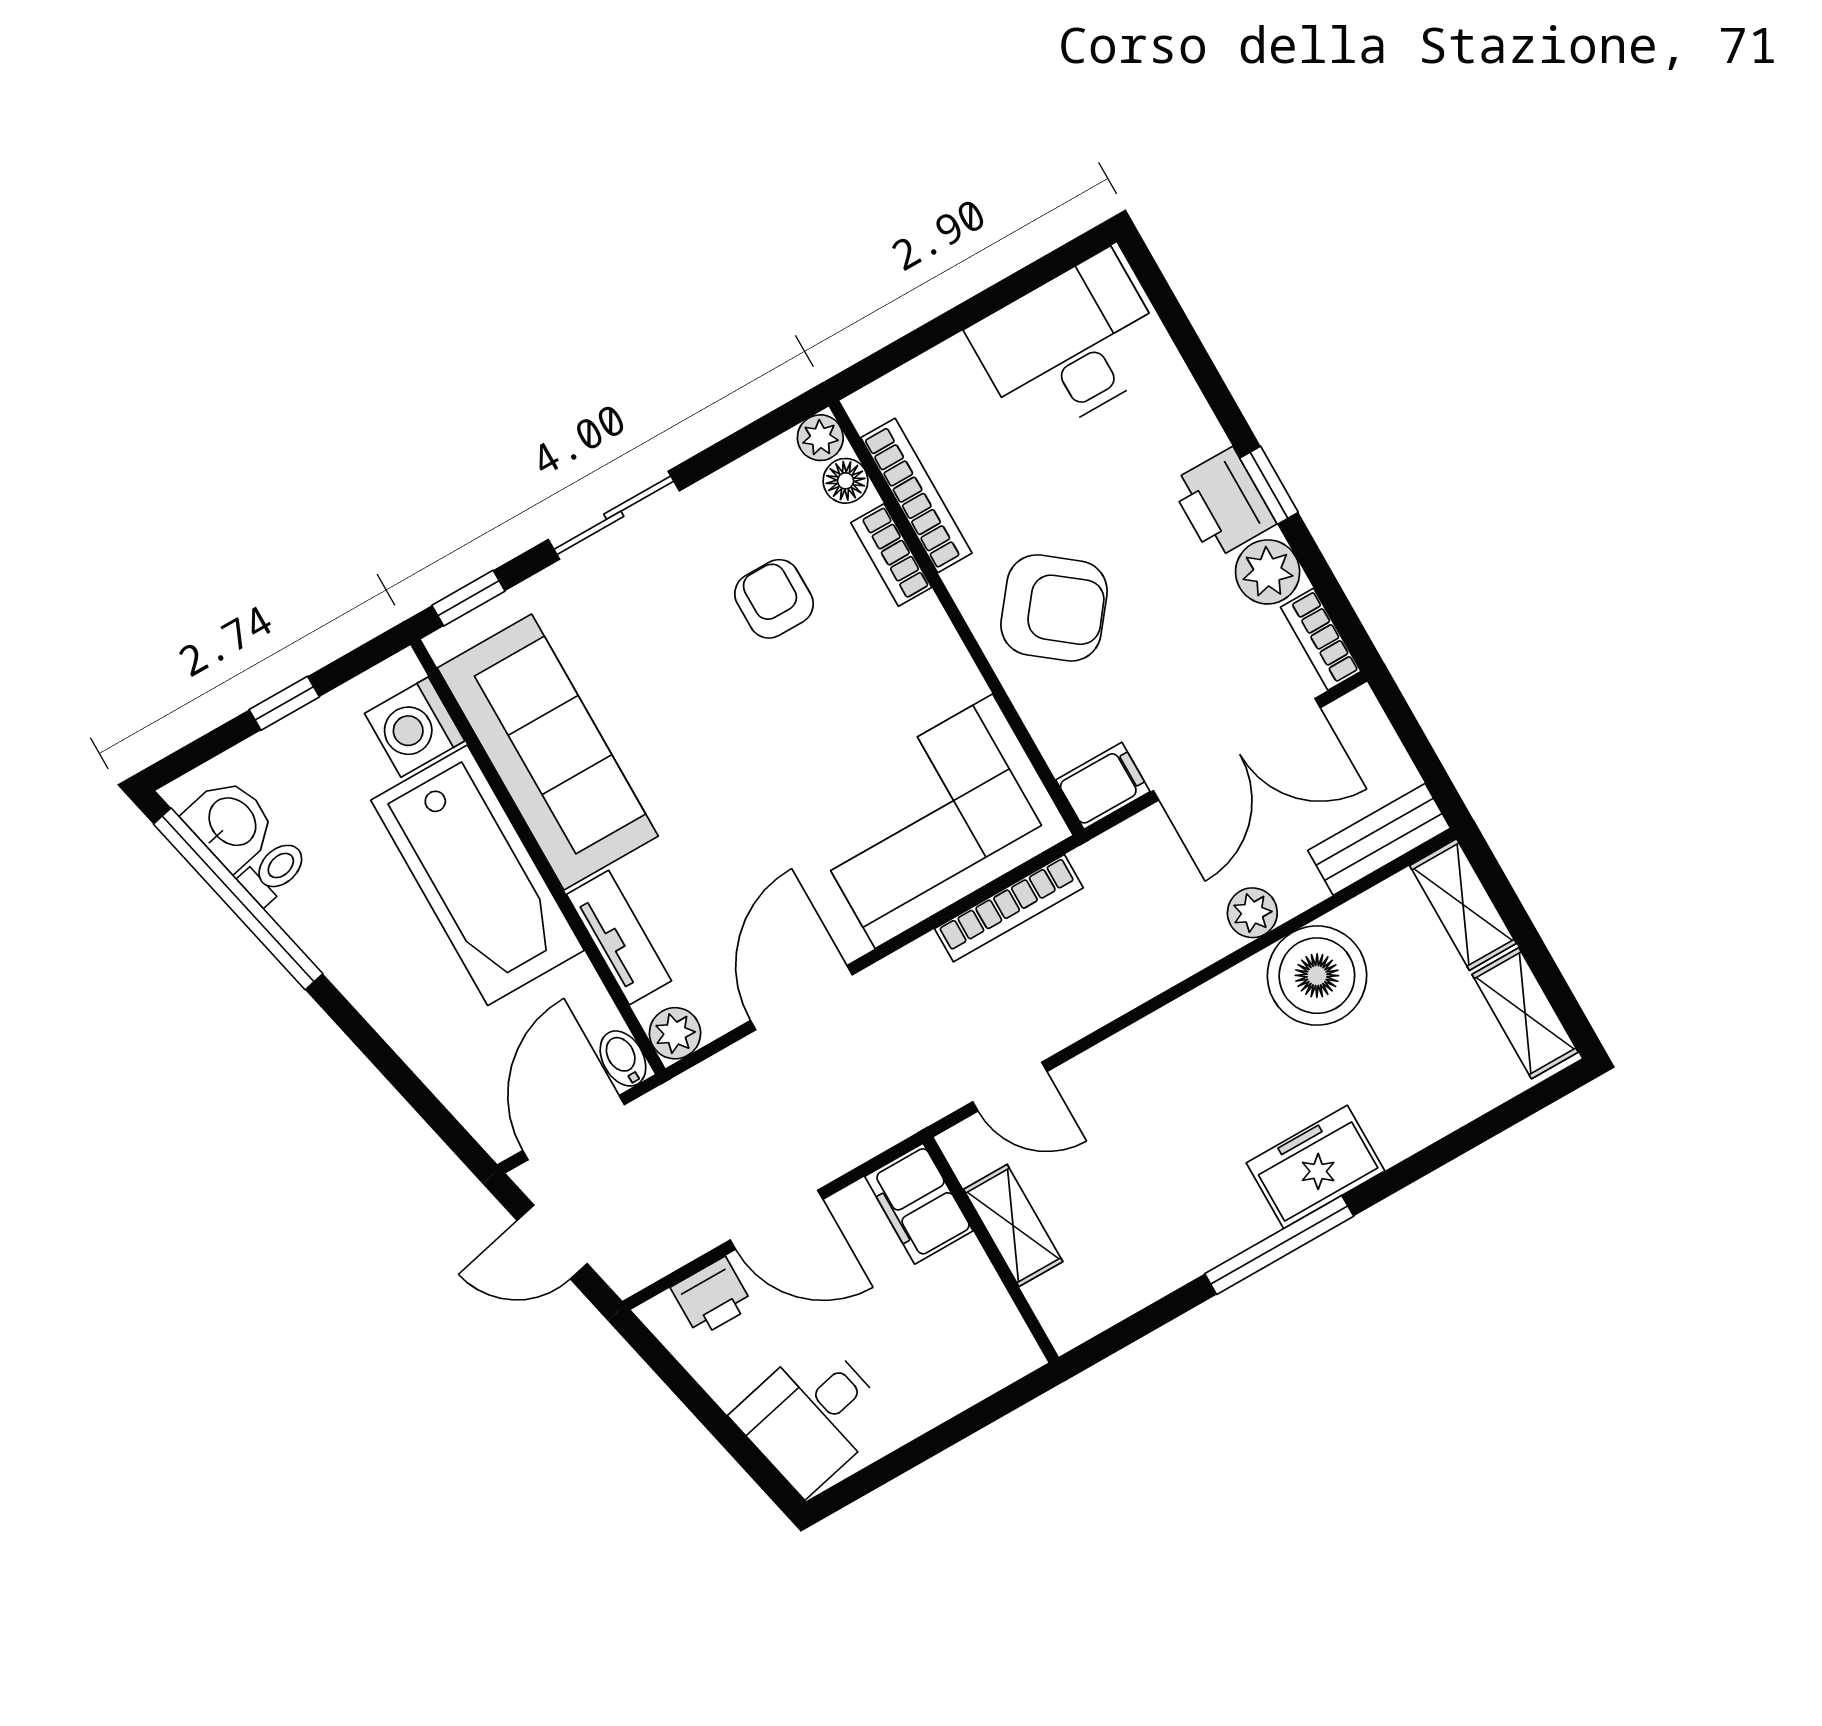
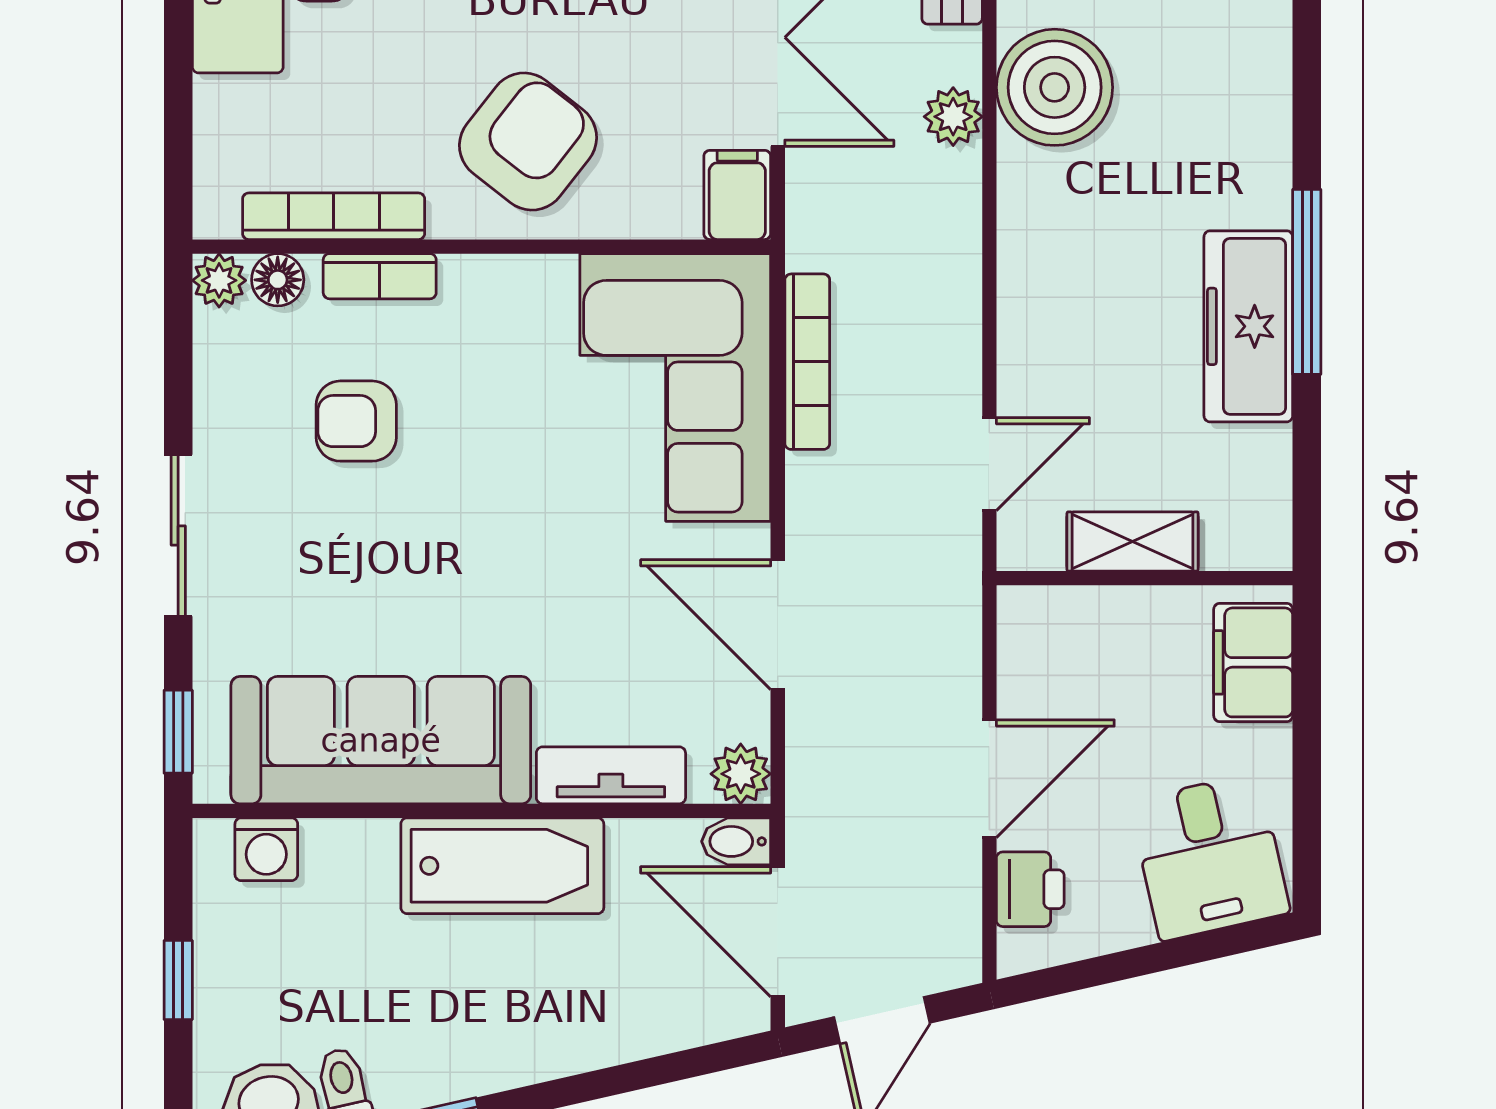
washing machine: (415, 727) -> (266, 849), width x0.73, depth x0.73
bathtub: (477, 875) -> (502, 866), width x0.73, depth x0.73
freezer: (1315, 1167) -> (1248, 326), moved, width x1.40
filing cabinet: (919, 1204) -> (1253, 662), moved, turned 90

